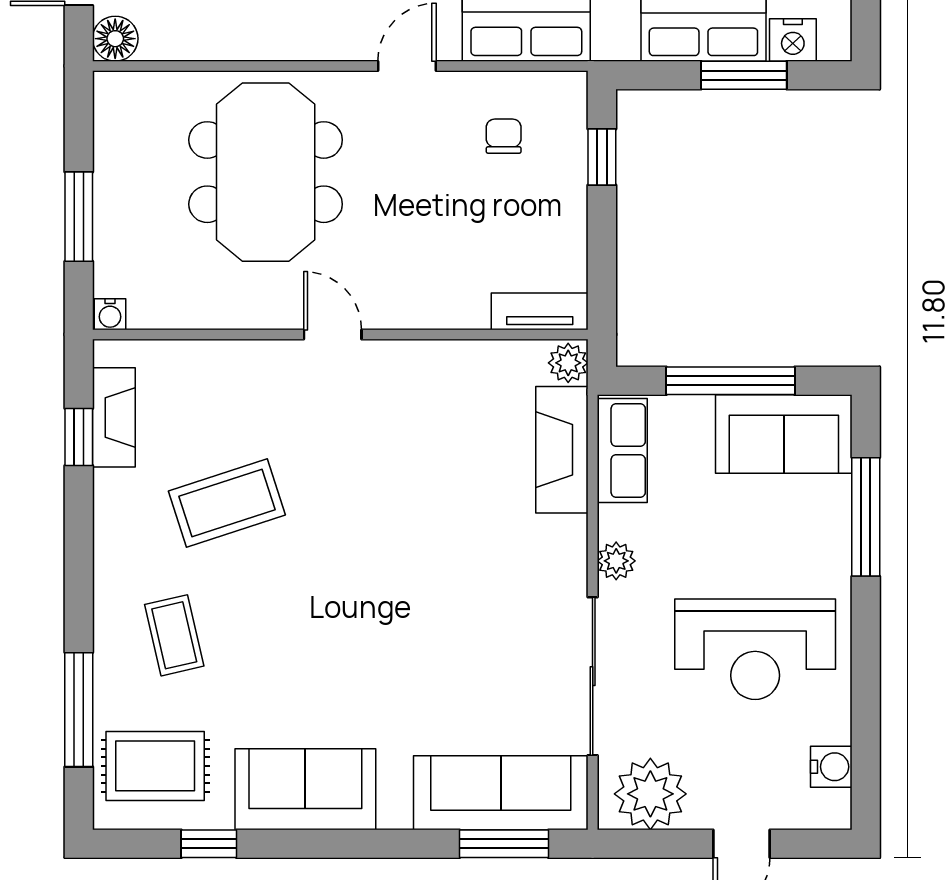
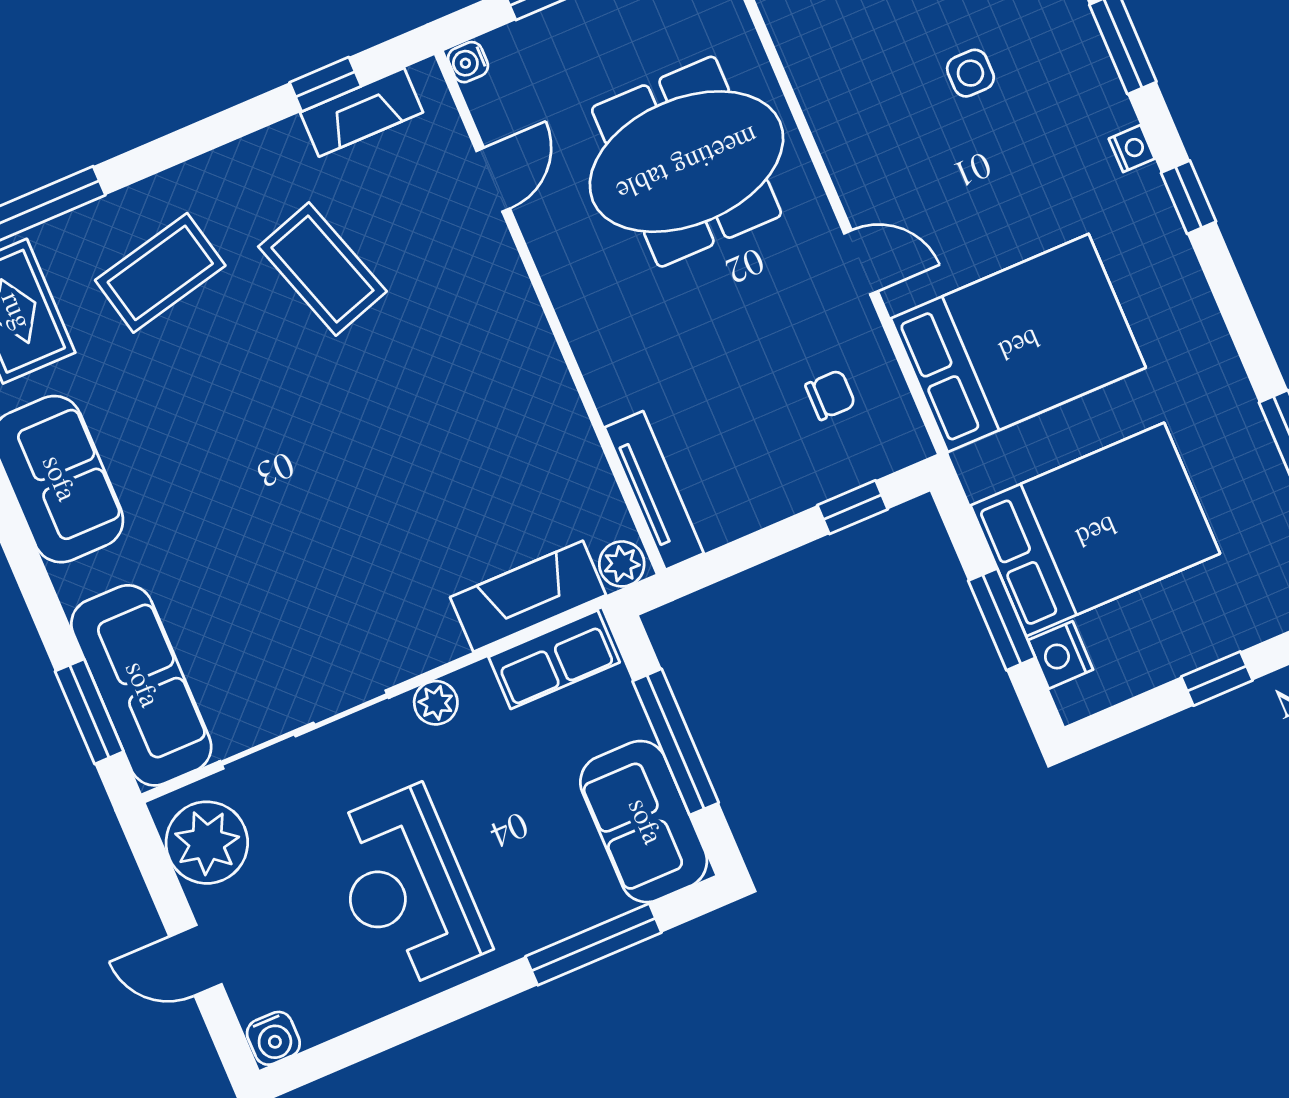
tv unit: (540, 311) -> (654, 490), width x1.41
door: (333, 334) -> (493, 180), moved
coffee table: (174, 635) -> (160, 273), width x1.36, depth x1.30
water cooler: (831, 767) -> (273, 1038), moved

